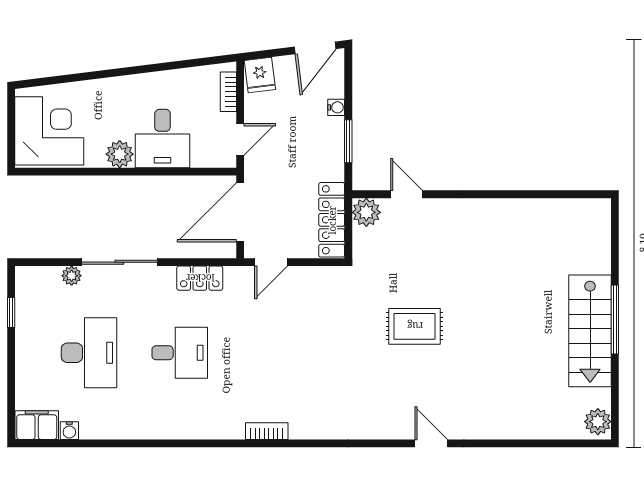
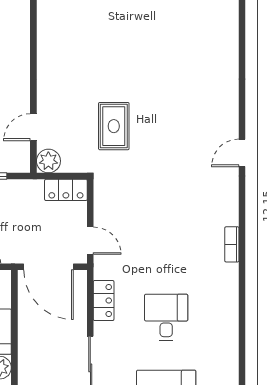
locker: (332, 220) -> (66, 190), width x0.66
rug: (415, 326) -> (114, 126), moved
door: (431, 443) -> (242, 153), moved

